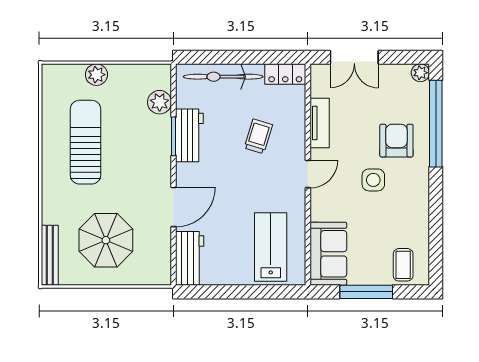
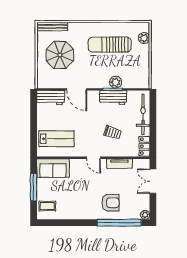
plant: (96, 75) -> (144, 38), moved
plant: (160, 102) -> (116, 82), moved
sun lounger: (86, 142) -> (110, 45), turned 180
side table: (373, 180) -> (90, 191), removed

